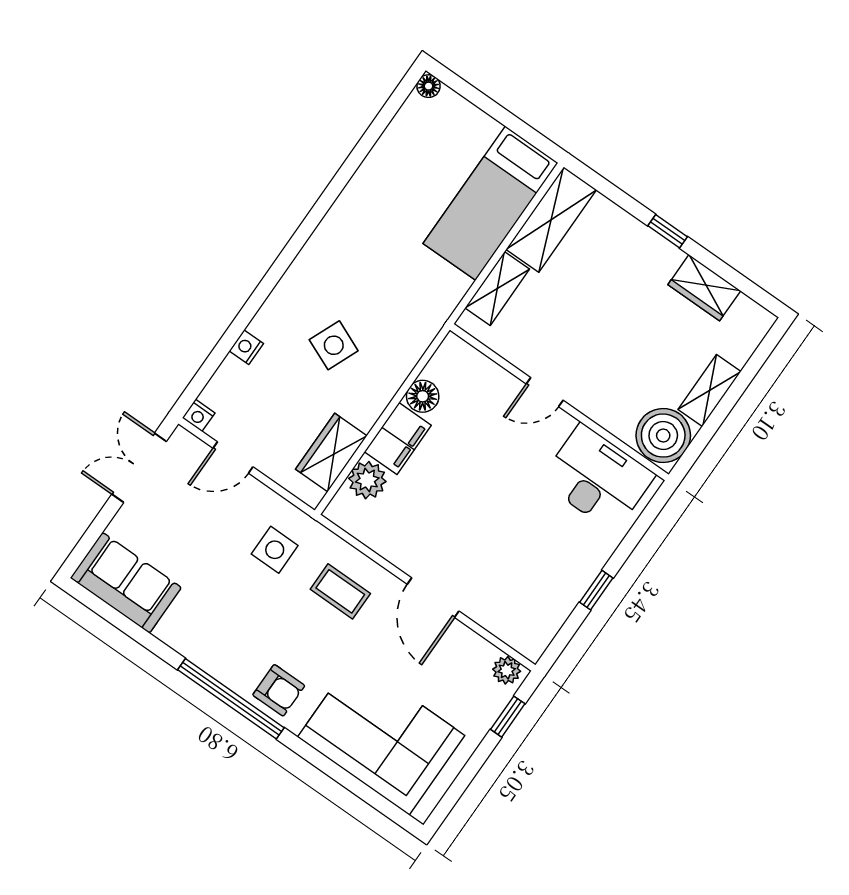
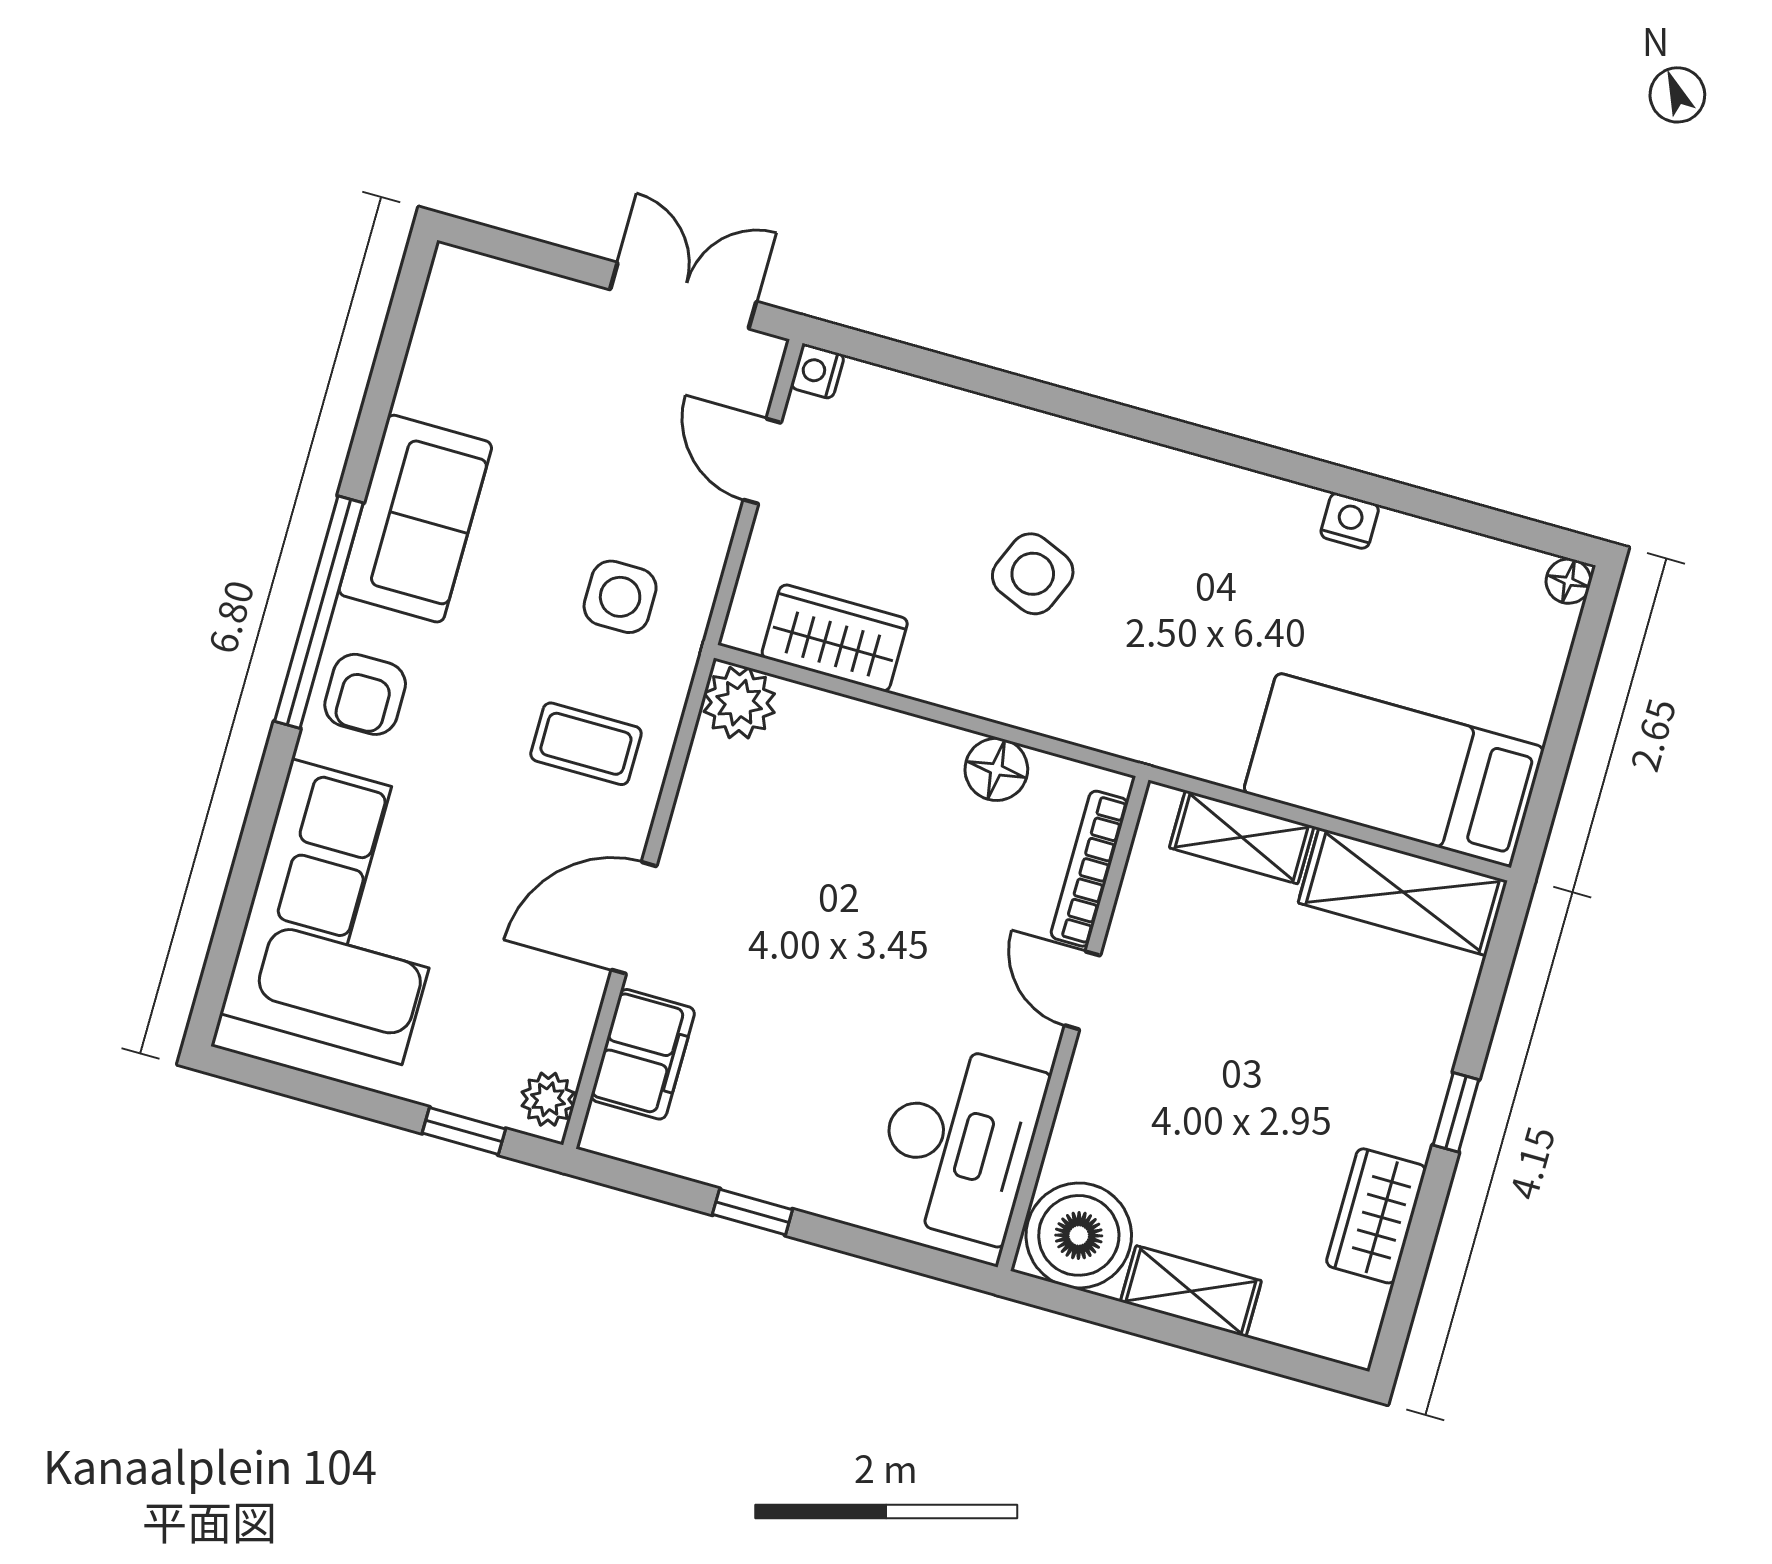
nightstand: (246, 347) -> (1350, 521), moved
bookcase: (487, 368) -> (1089, 869), added
filing cabinet: (398, 438) -> (643, 1054), moved, turned -90
plant: (367, 480) -> (739, 703), moved
sofa: (126, 583) -> (415, 519), moved
coffee table: (340, 591) -> (586, 744), turned 90

